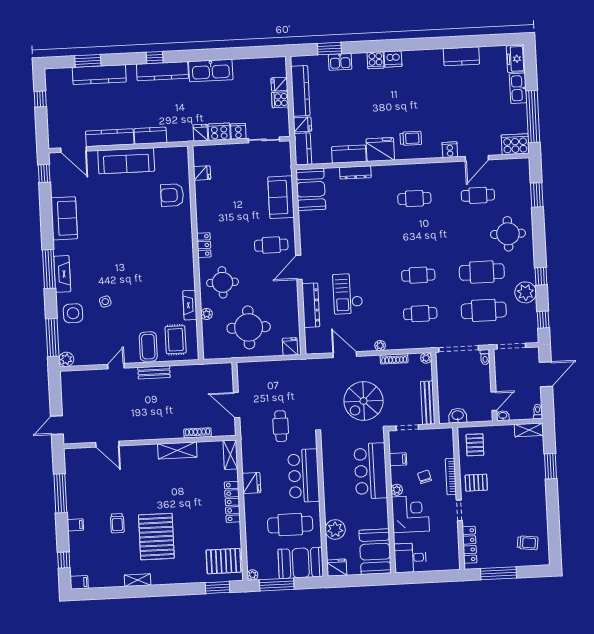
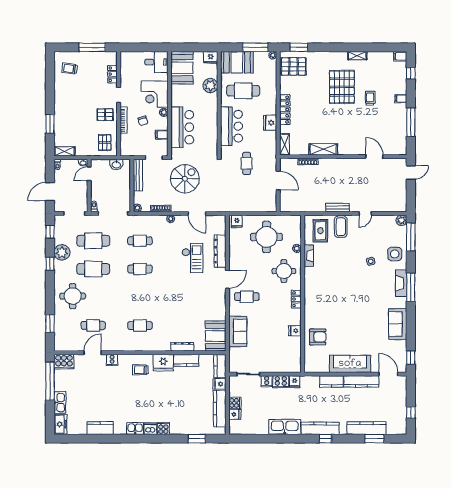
kitchen sink: (340, 62) -> (135, 429), moved
fridge: (202, 173) -> (295, 331), moved
locker: (470, 545) -> (112, 74), width x0.66

